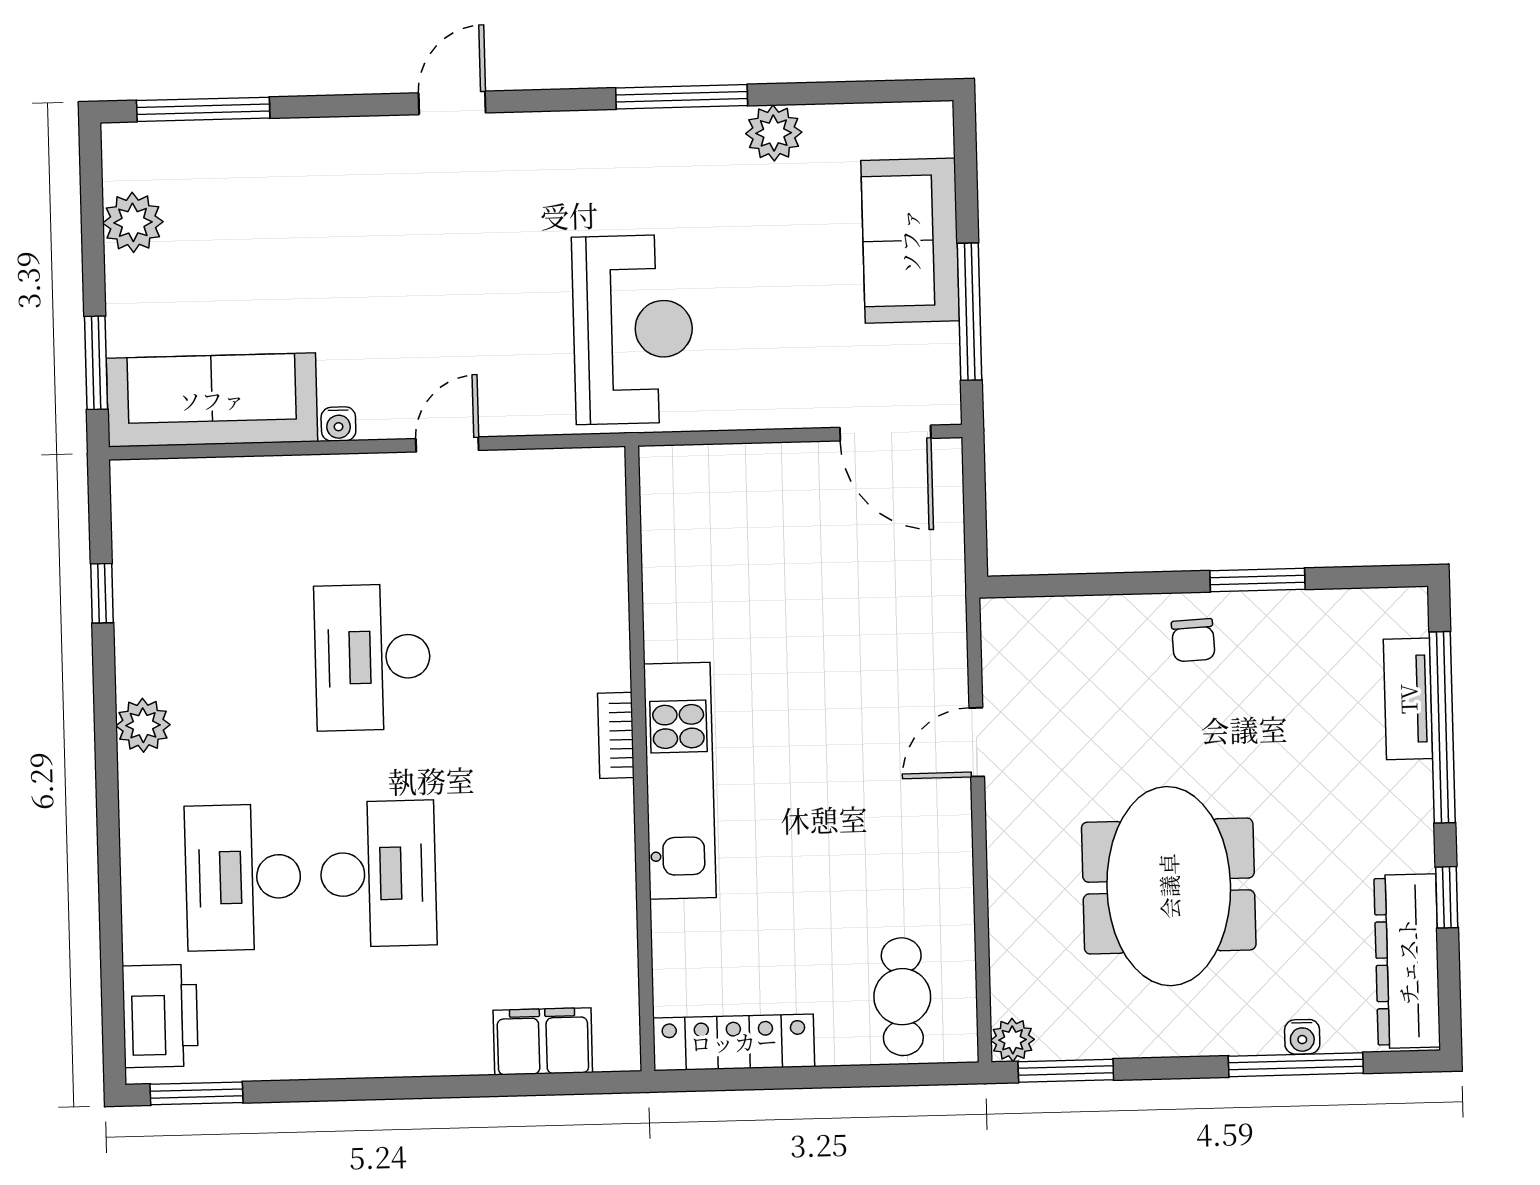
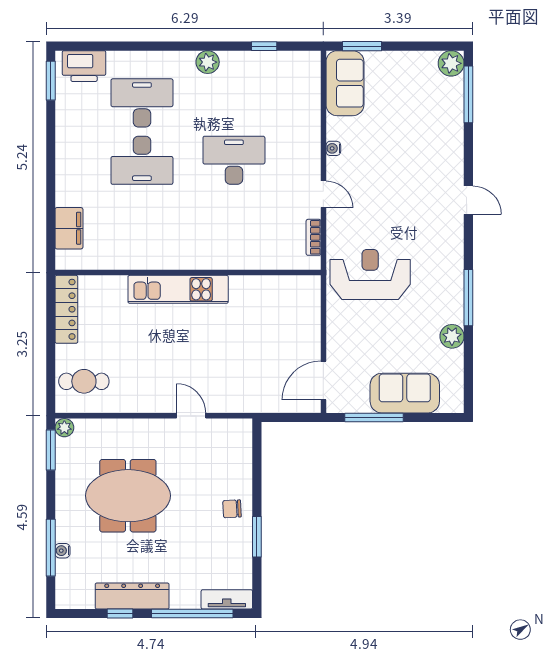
plant: (133, 222) -> (451, 63), moved
reception desk: (633, 329) -> (370, 274), turned 180
sofa: (212, 400) -> (345, 83), width x0.73
tv unit: (1408, 699) -> (227, 599), moved
bookcase: (616, 735) -> (314, 237), moved, turned -90
dresser: (1407, 961) -> (132, 596), moved

